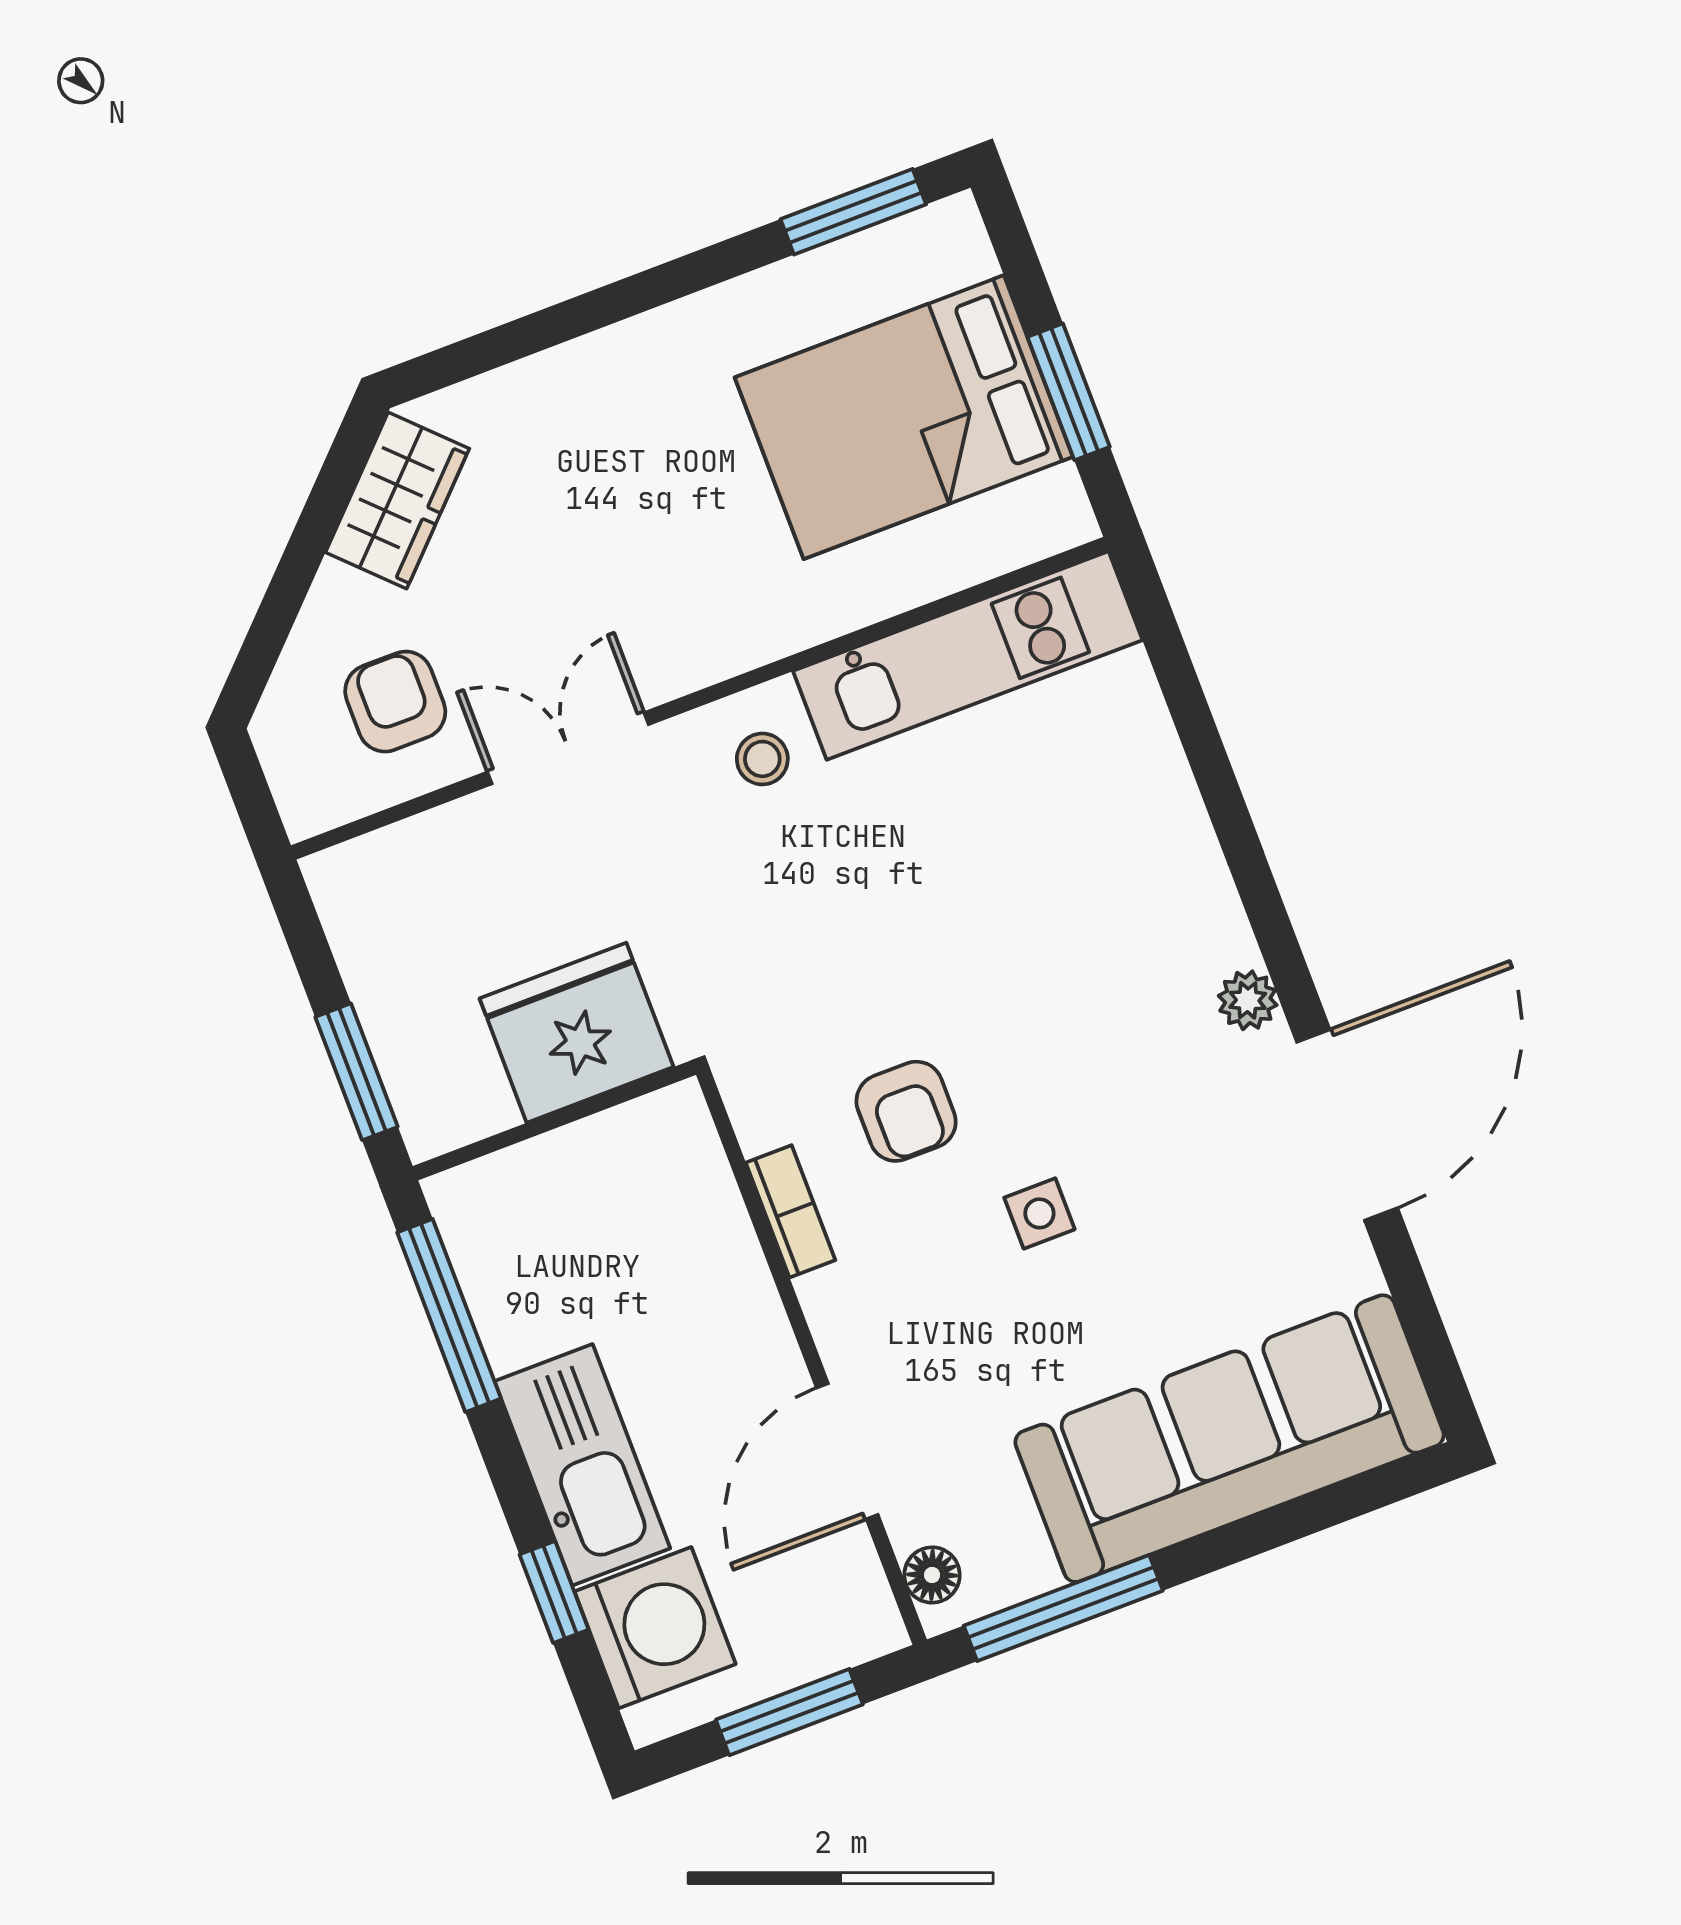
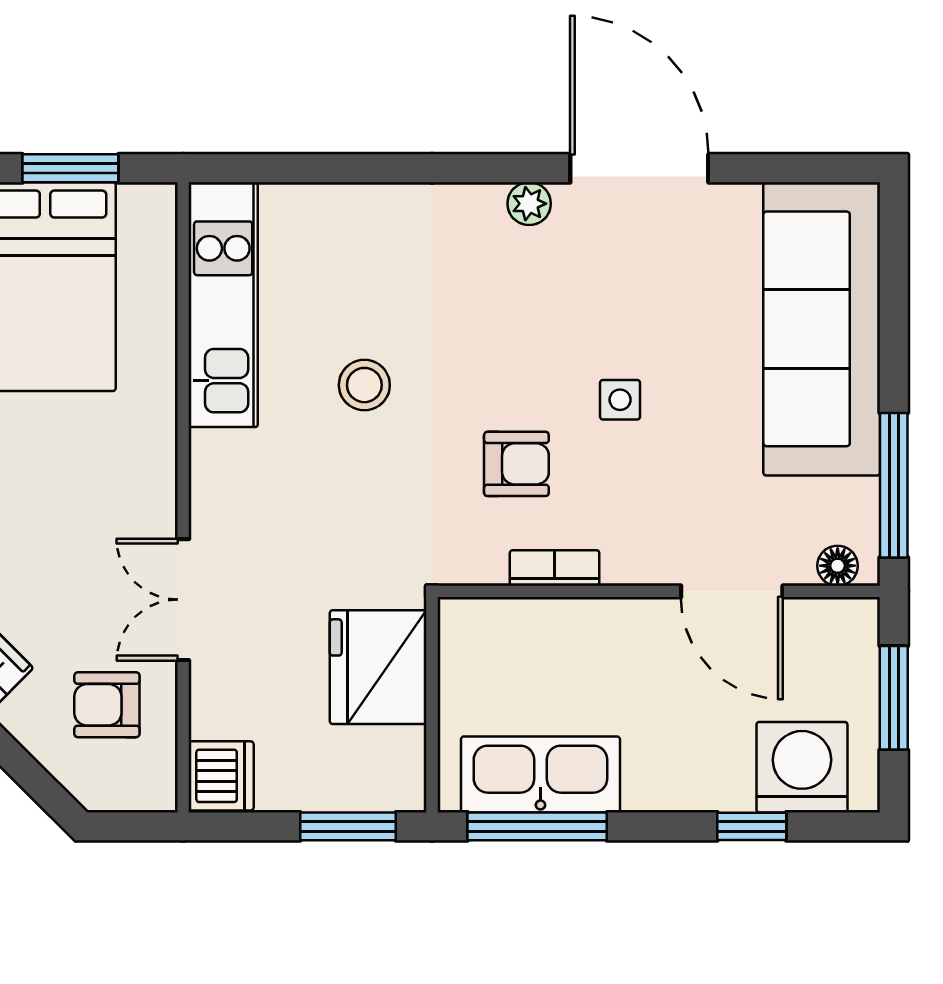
stool: (762, 759) -> (364, 385), moved, width x1.37, depth x1.37
dishwasher: (359, 883) -> (221, 776), added
kitchen sink: (582, 1465) -> (540, 774), moved

